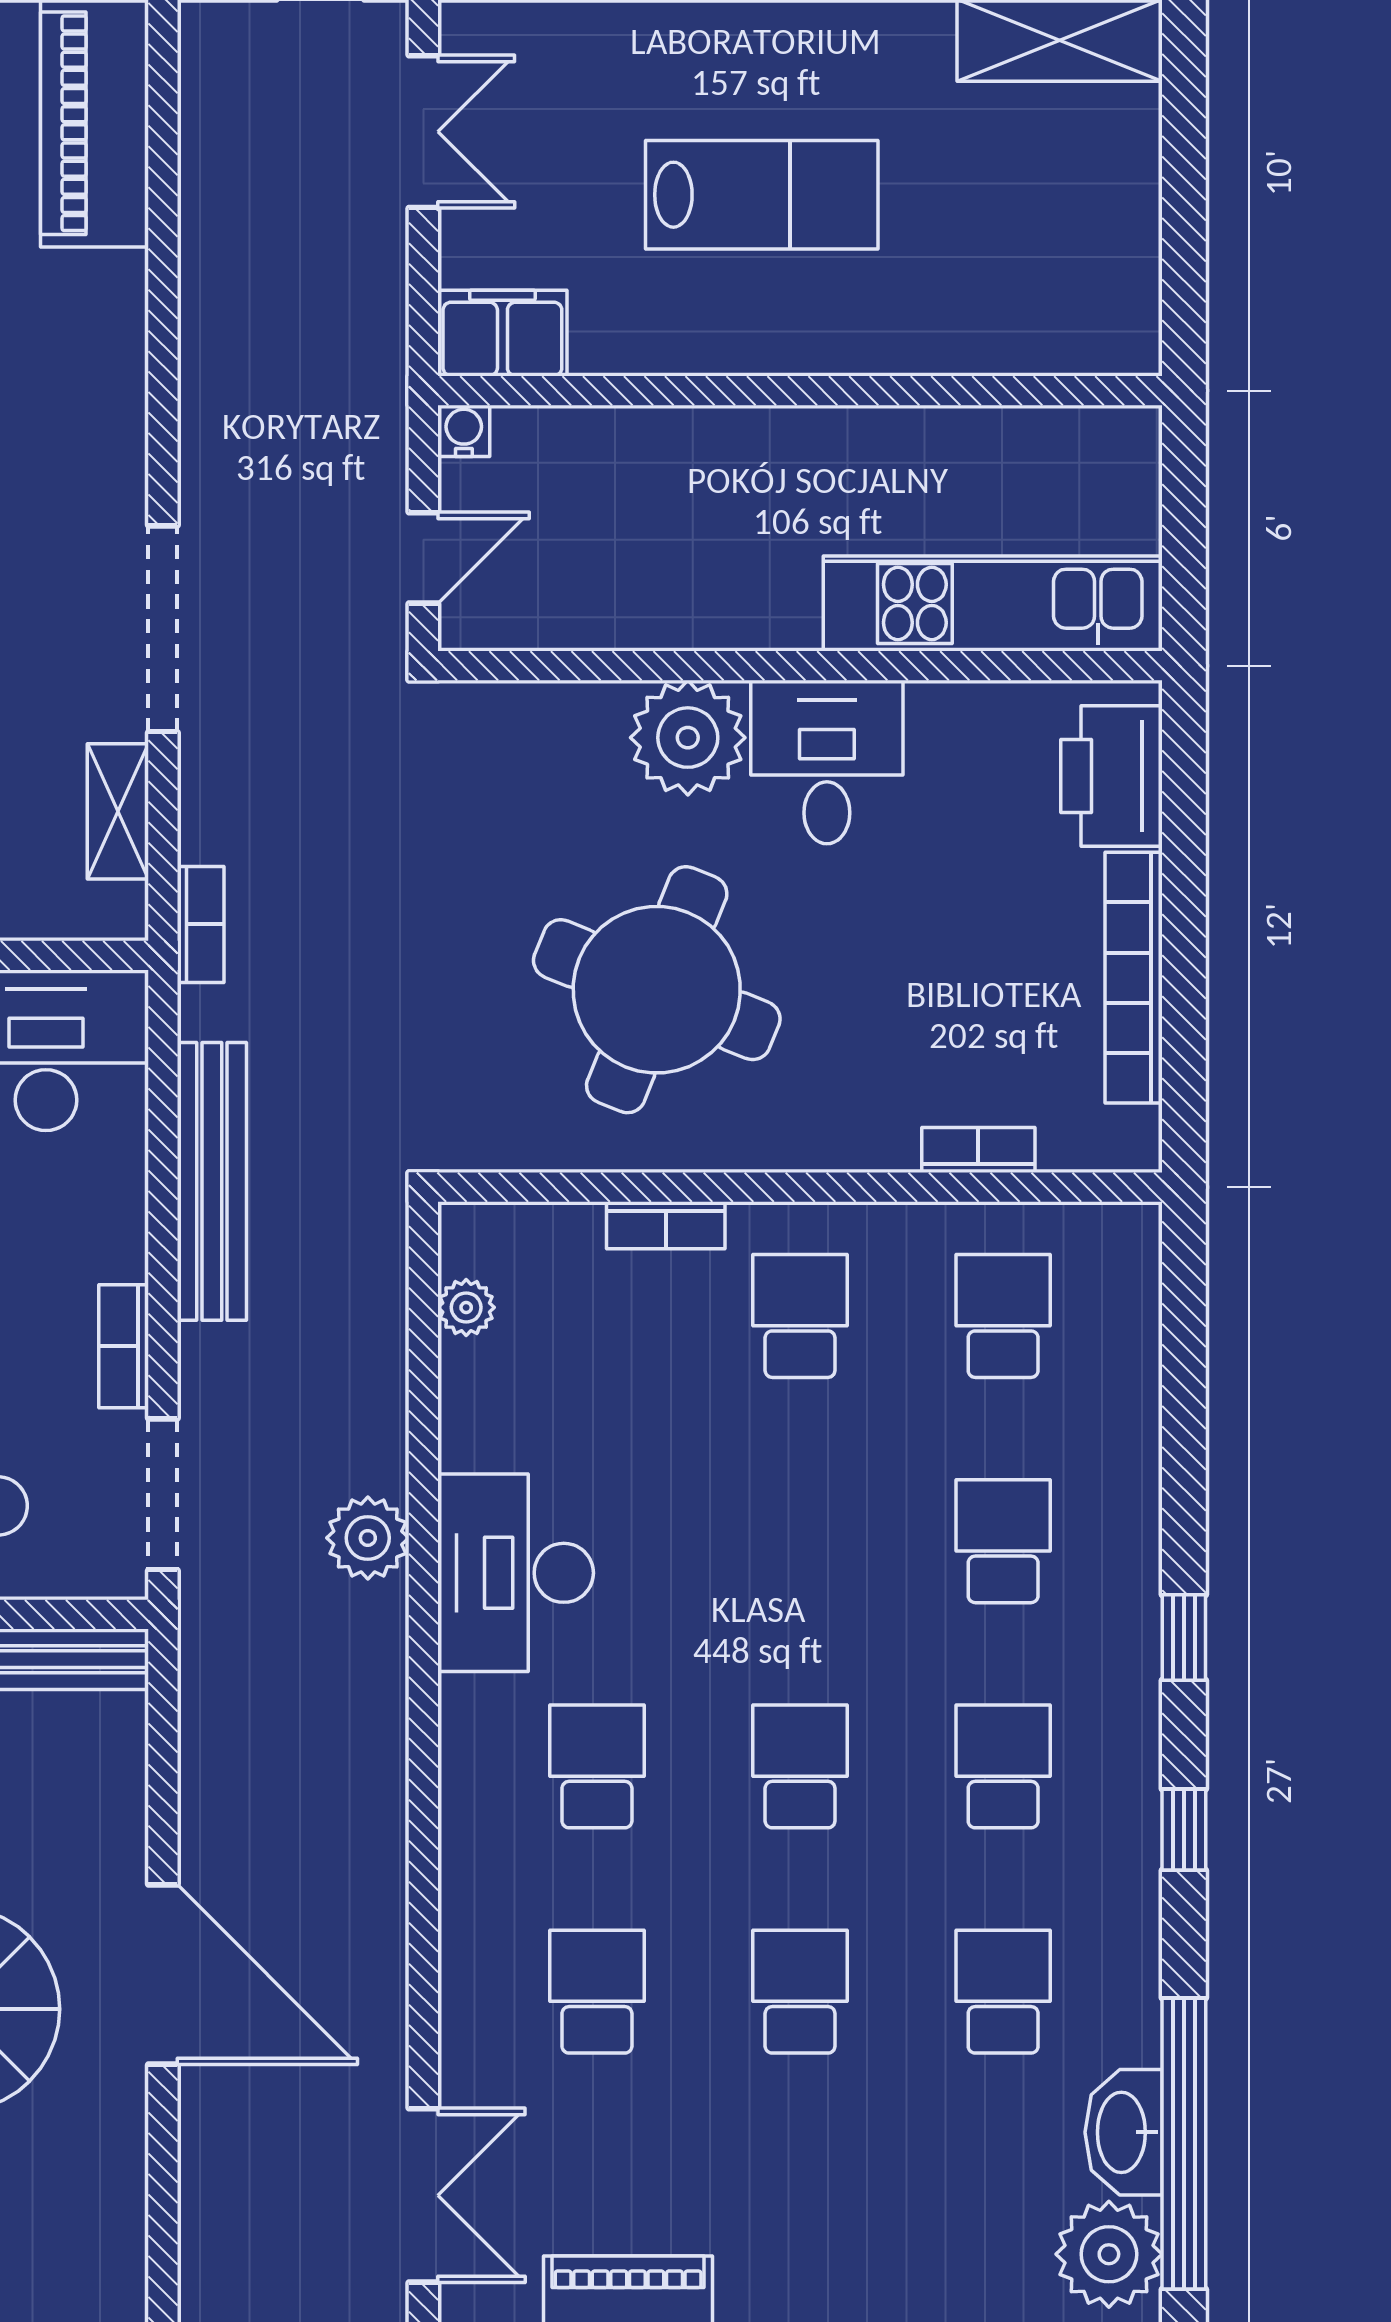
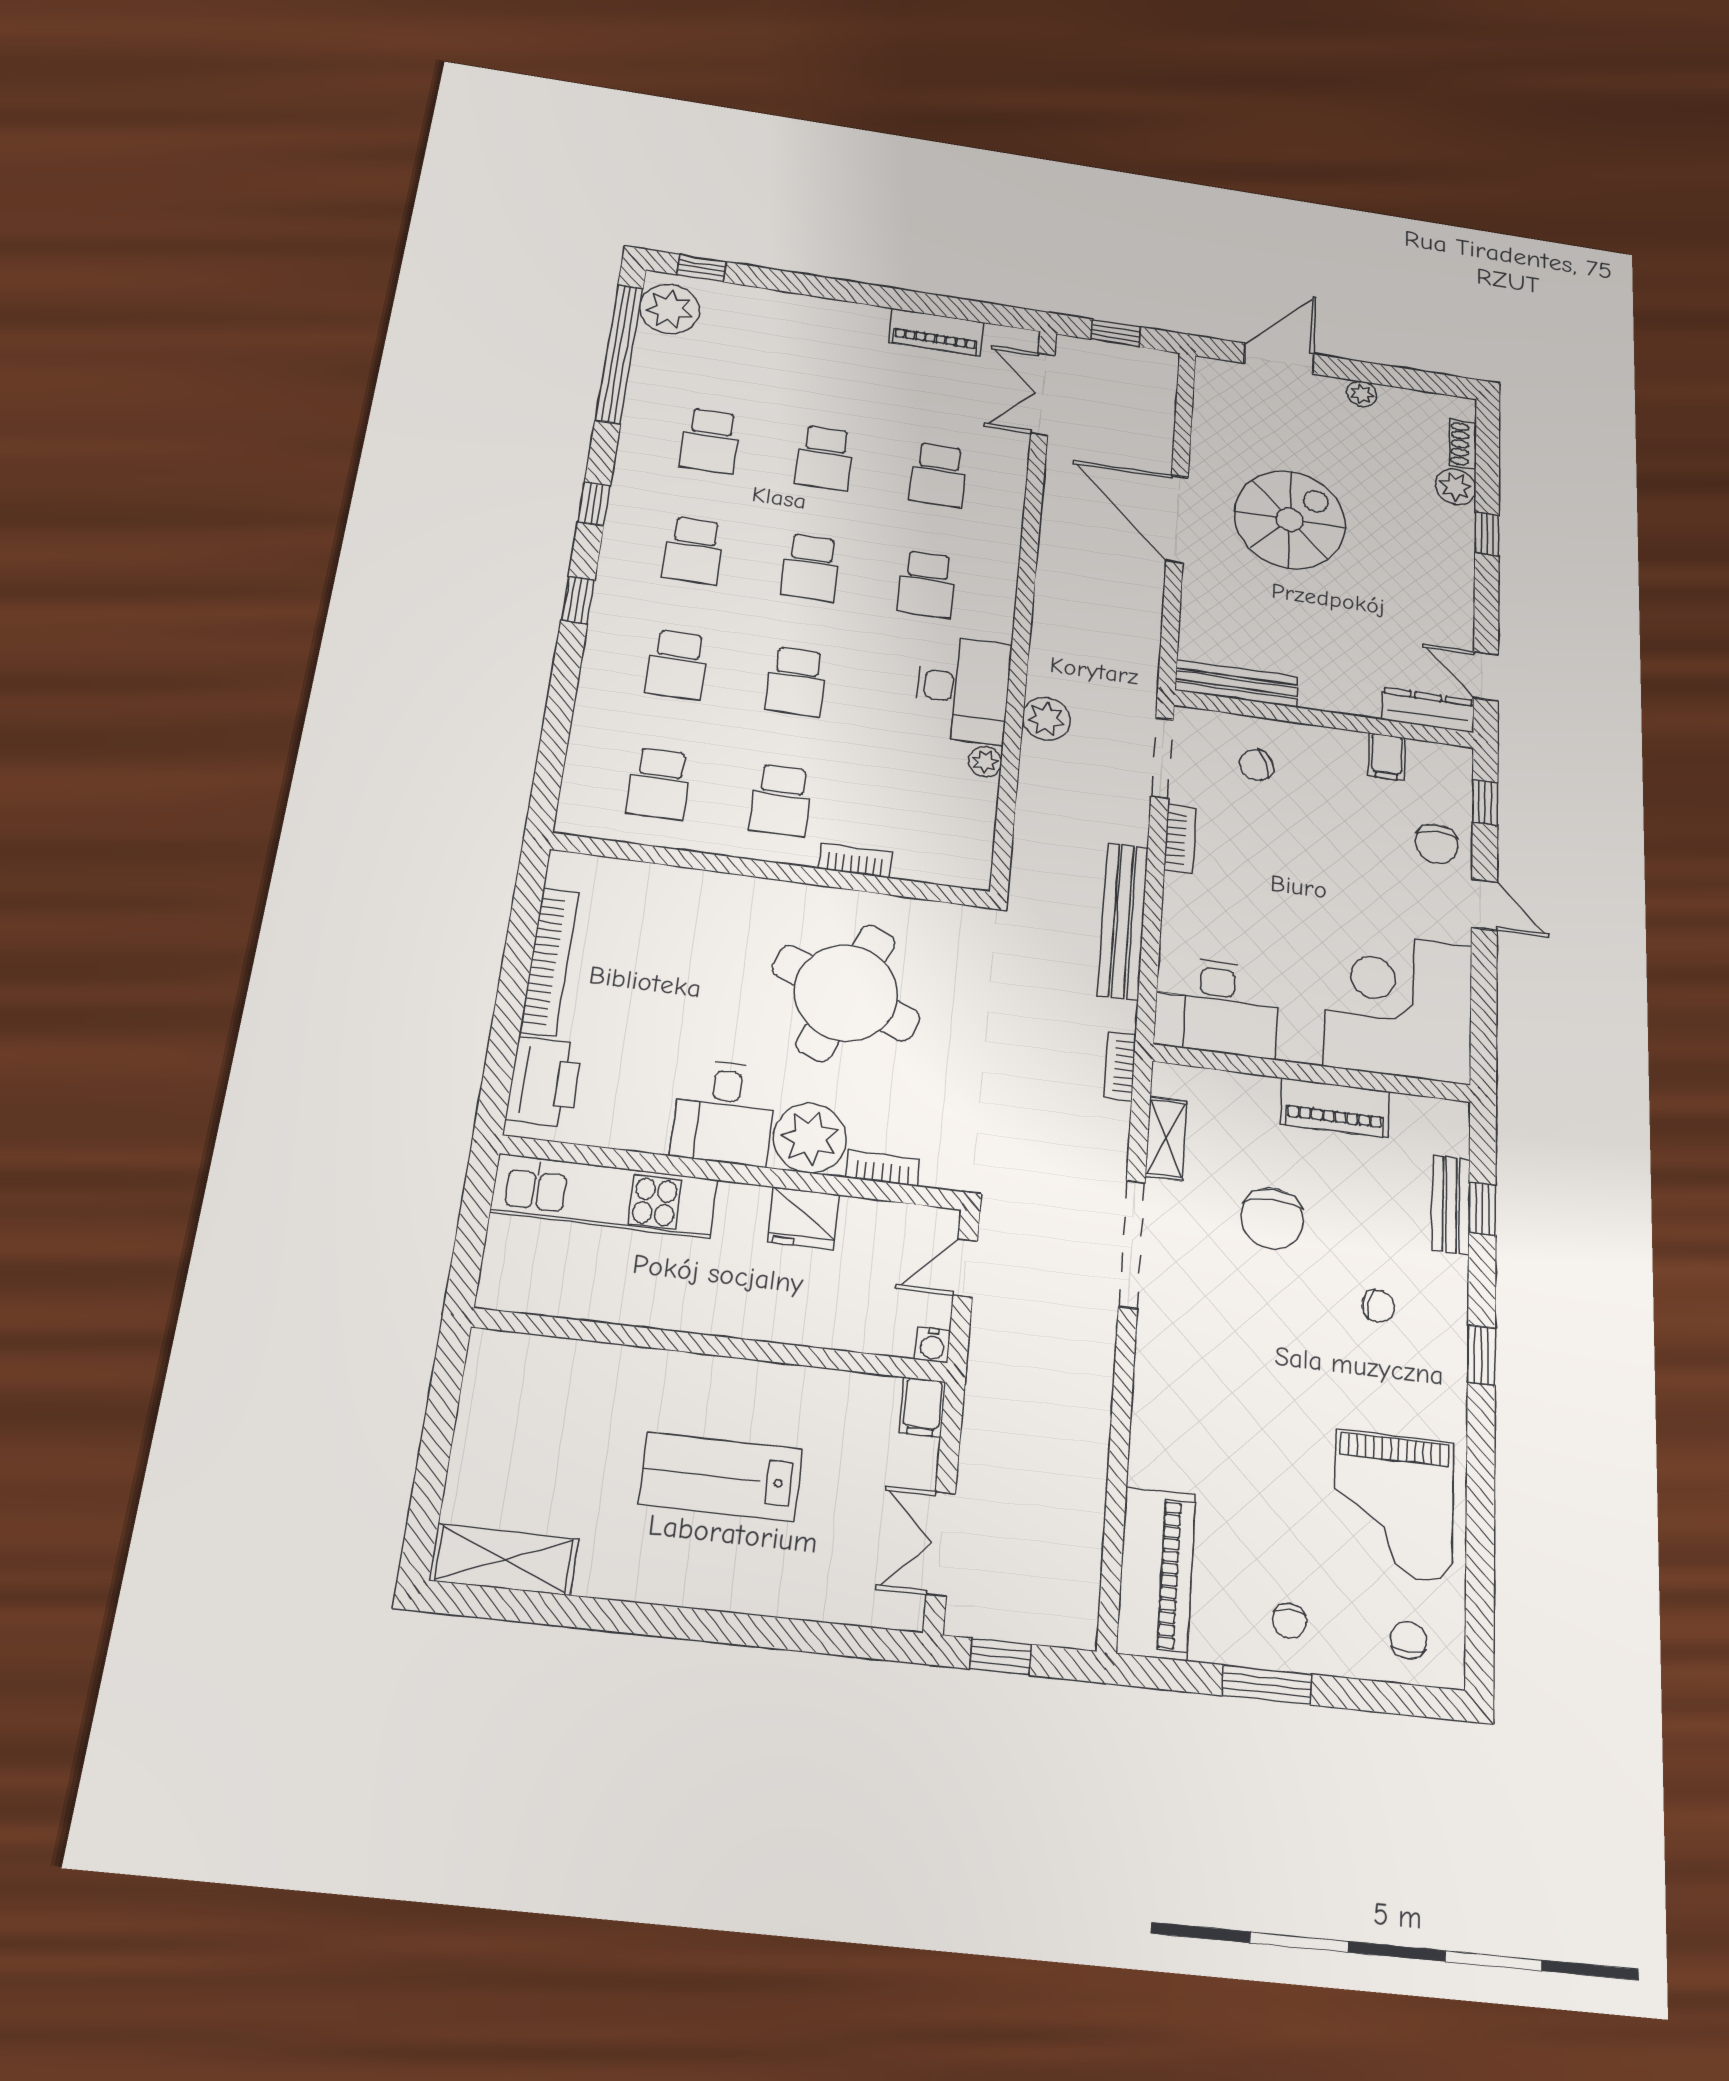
filing cabinet: (502, 333) -> (922, 1407), width x0.50
fridge: (683, 606) -> (803, 1218), added
bookcase: (978, 1150) -> (883, 1168), moved, turned 180
plant: (466, 1307) -> (985, 762), moved
school desk: (800, 1541) -> (796, 682), added
washbasin: (1124, 2132) -> (652, 364), removed

